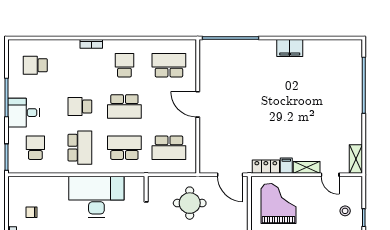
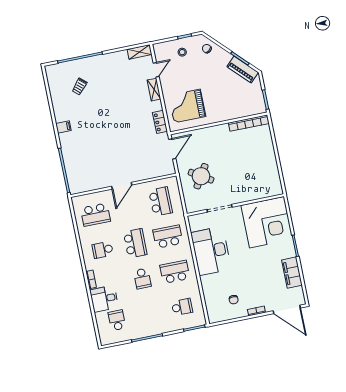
filing cabinet: (290, 48) -> (63, 127), width x0.50
school desk: (35, 65) -> (117, 320), turned 180
school desk: (169, 65) -> (95, 215), turned -90
trolley: (329, 78) -> (80, 86), added
desk: (24, 113) -> (104, 299), moved, turned 90
school desk: (35, 148) -> (182, 307), turned 180
school desk: (124, 148) -> (168, 237), turned 90
filing cabinet: (286, 166) -> (156, 106), removed
round table: (190, 203) -> (201, 176), turned 32

